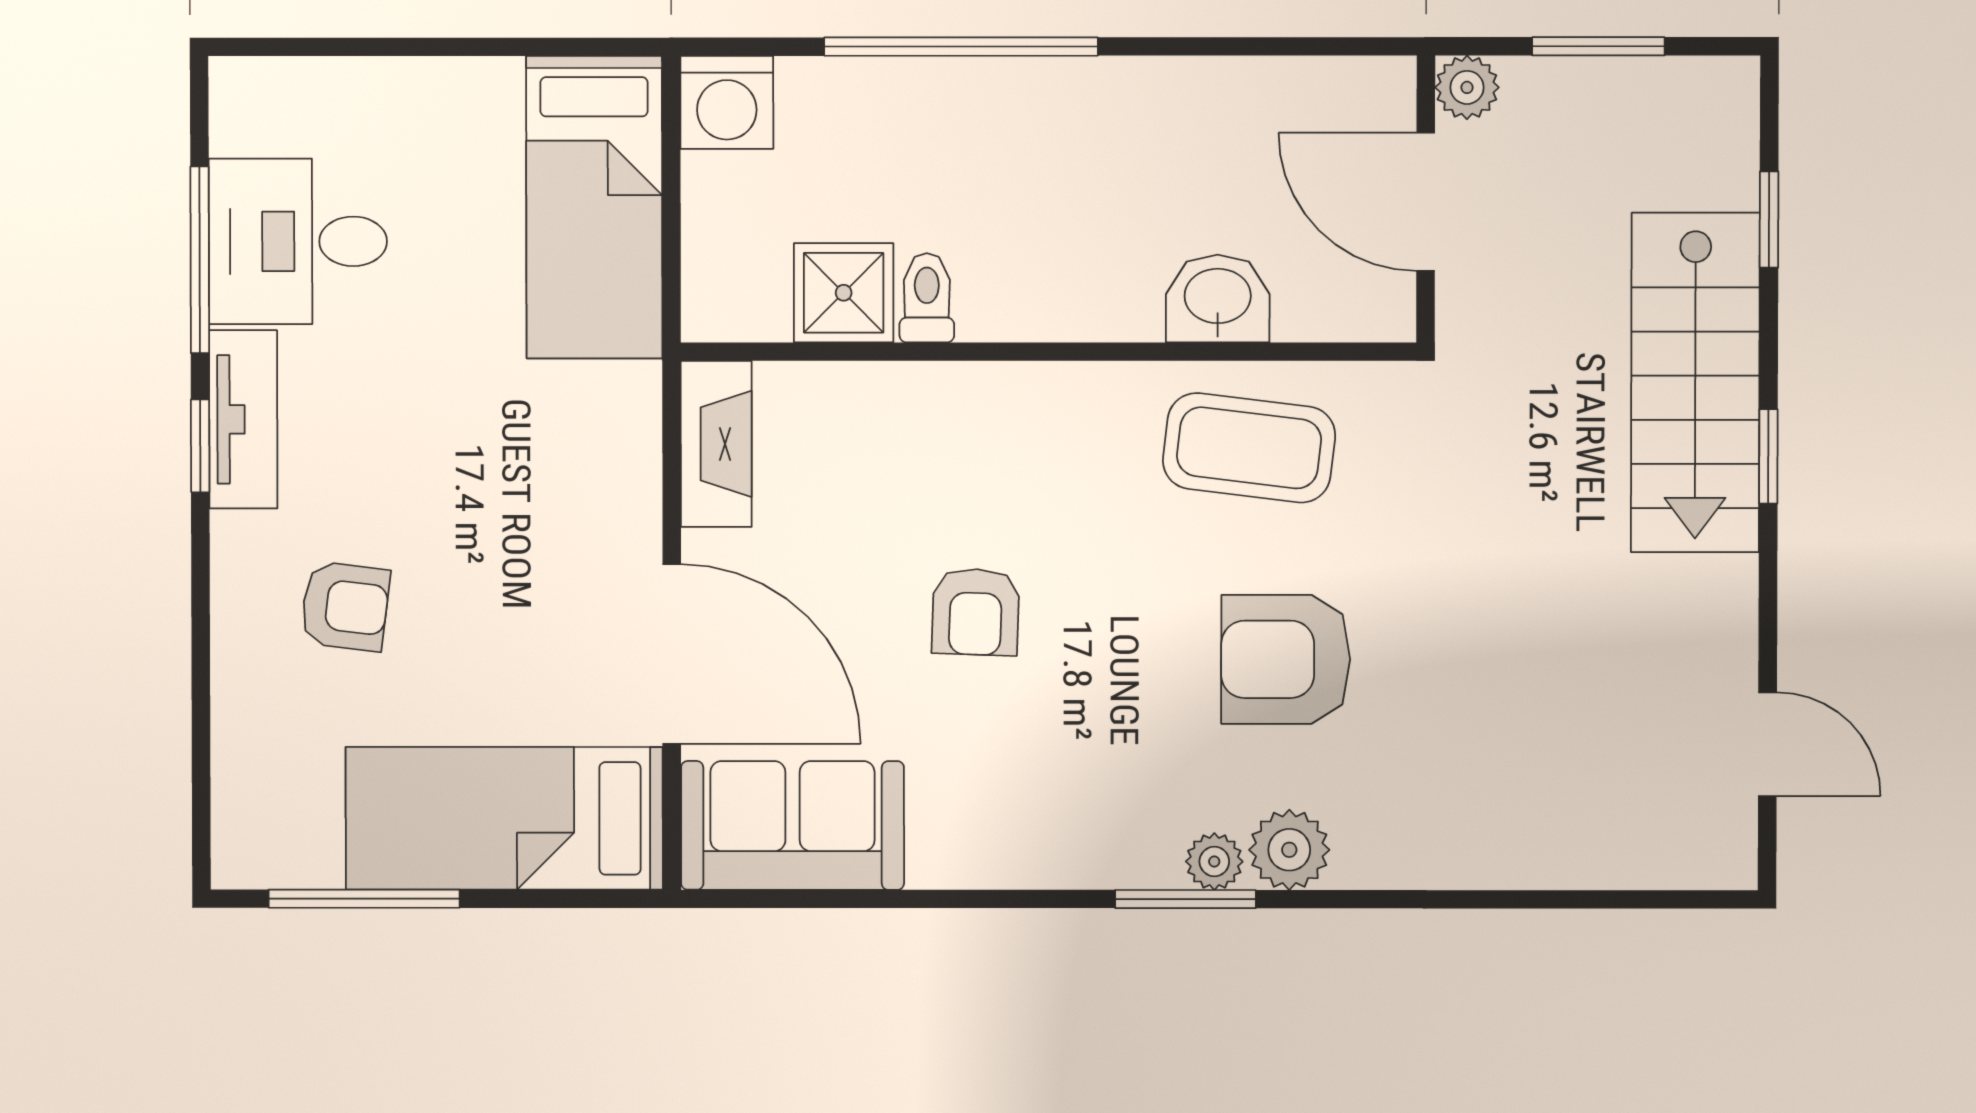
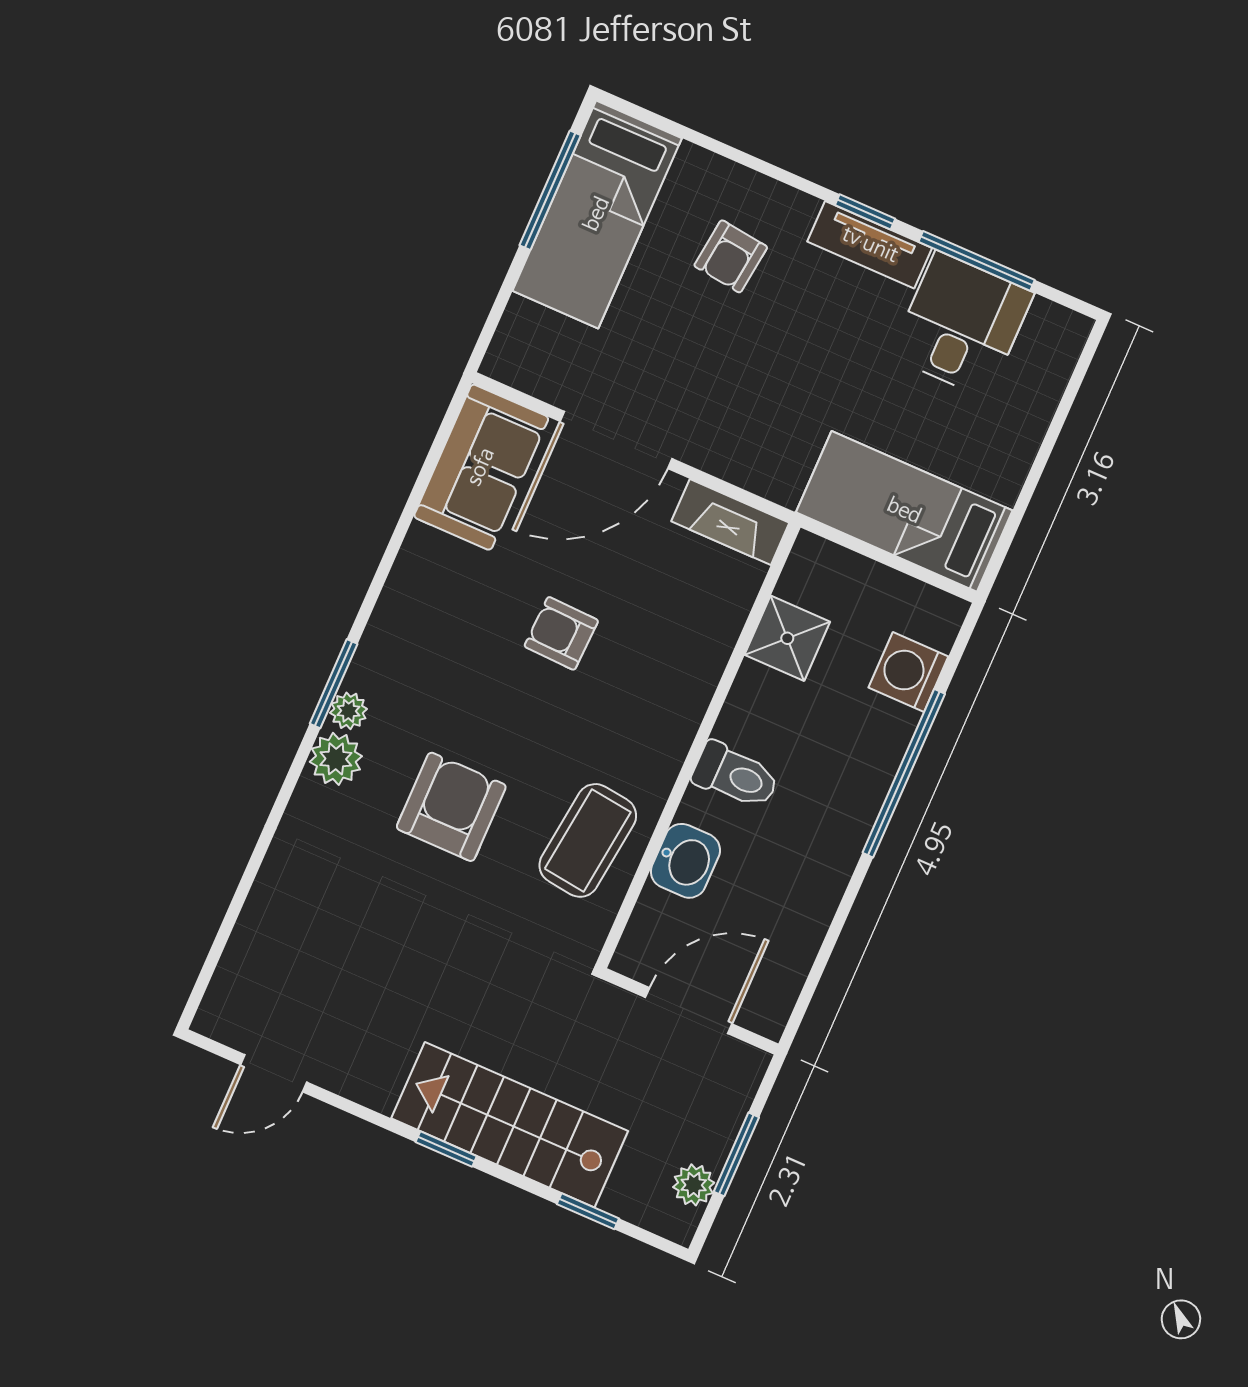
plant: (1467, 87) -> (694, 1185), moved
washing machine: (727, 102) -> (908, 672), moved
toilet: (927, 298) -> (736, 776), moved, width x1.37, depth x1.39
bed: (504, 818) -> (597, 214), moved, turned 180

